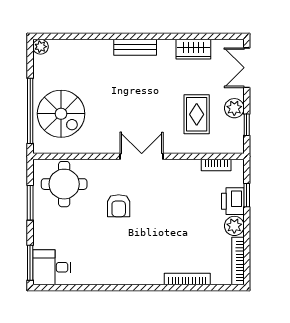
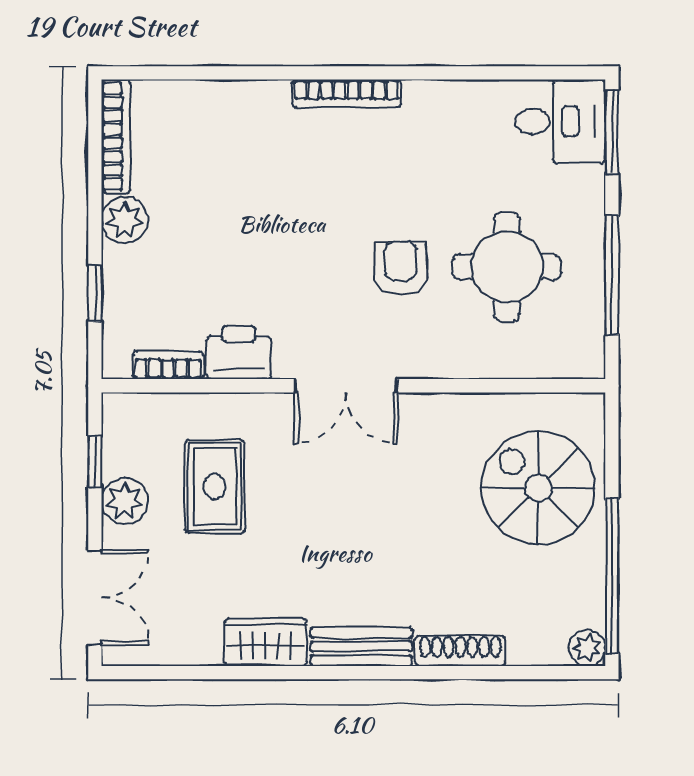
shoe rack: (94, 45) -> (460, 651), added
wardrobe: (193, 49) -> (266, 642), moved
window: (30, 111) -> (612, 576), moved
round table: (64, 184) -> (507, 267), moved
printer: (233, 201) -> (239, 353), moved, turned -90
window: (30, 203) -> (612, 275), width x1.44
bookcase: (187, 279) -> (346, 93), moved

